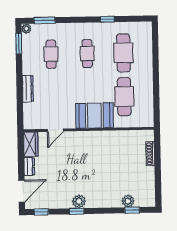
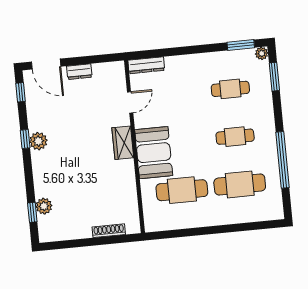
window: (107, 19) -> (283, 160), width x3.17
dresser: (28, 89) -> (146, 65), moved
door: (55, 130) -> (130, 102), swing flipped
wardrobe: (31, 144) -> (123, 143), moved, turned 90

